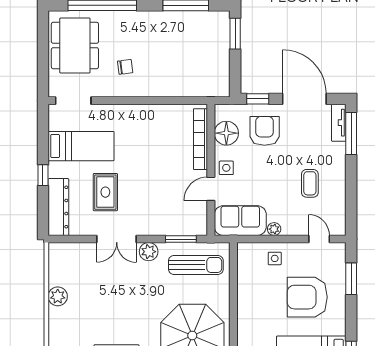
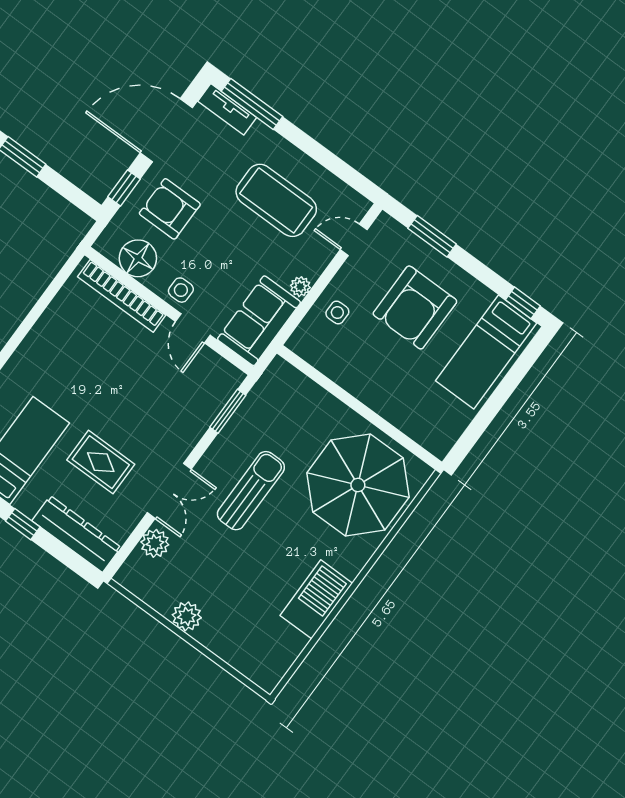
coffee table: (310, 183) -> (276, 200), width x1.86, depth x1.72
plant: (149, 252) -> (155, 543), moved
sun lounger: (196, 265) -> (251, 491), moved

